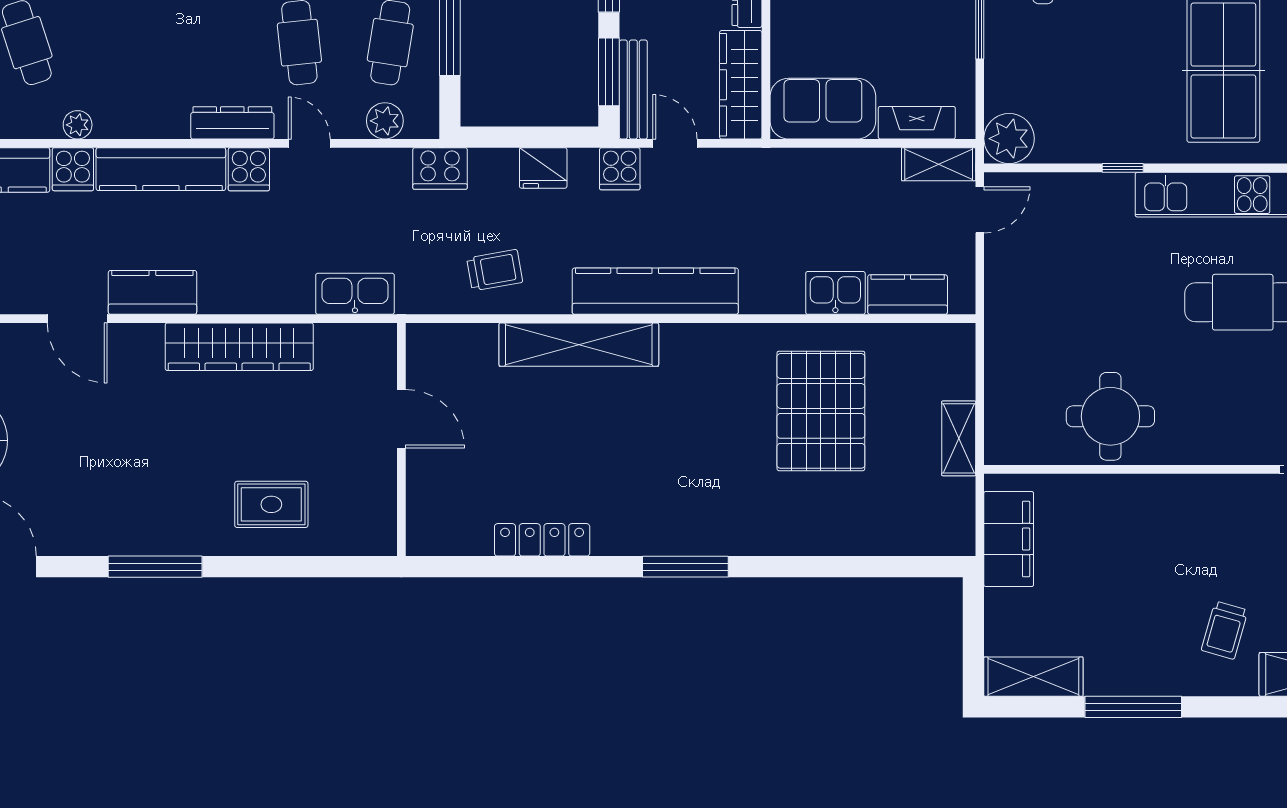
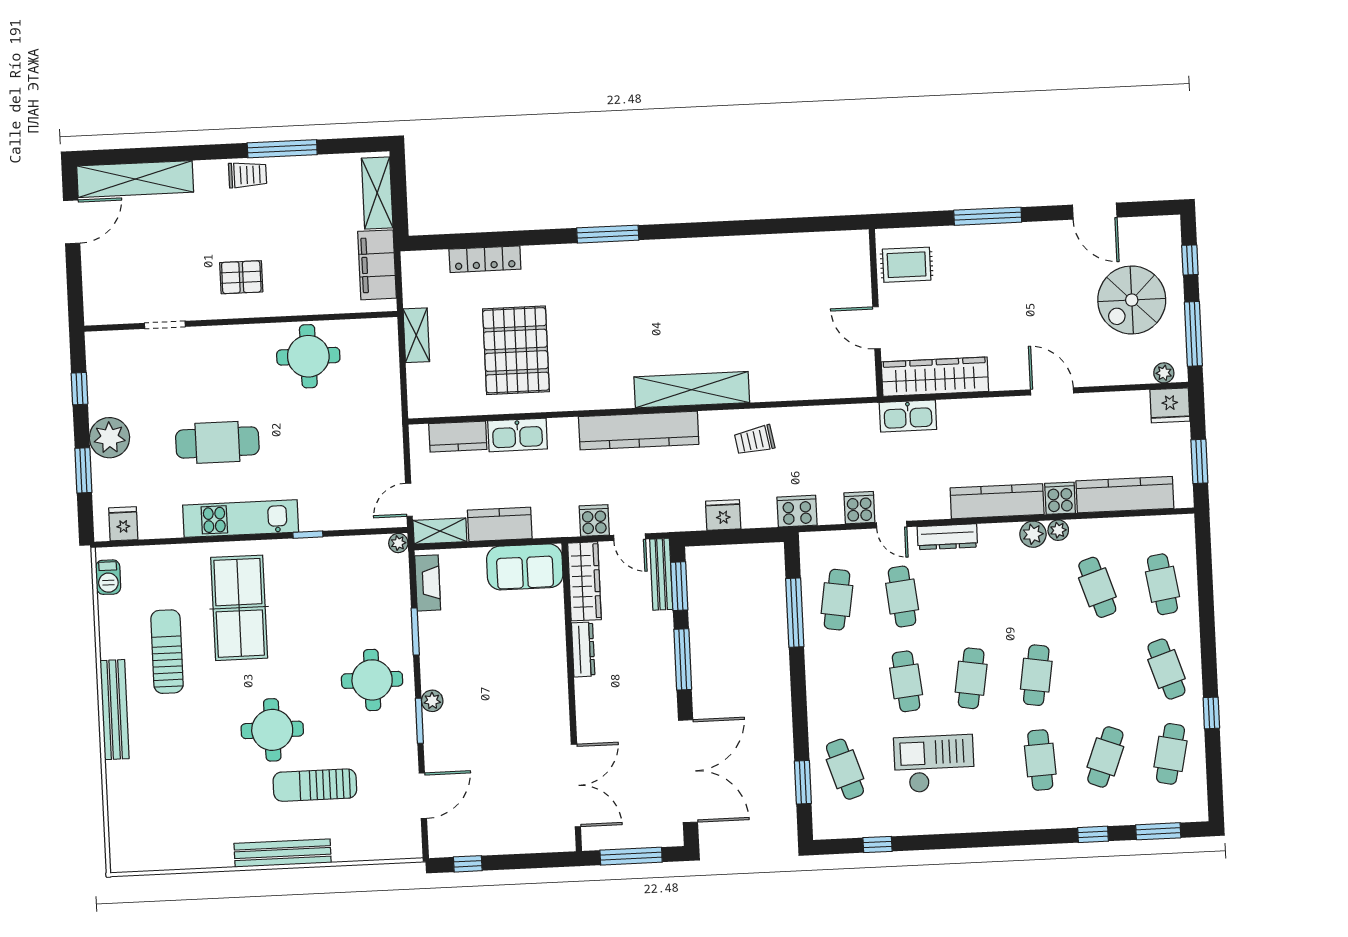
plant: (385, 121) -> (1033, 534), moved
fireplace: (917, 123) -> (428, 583), moved, turned -90
plant: (1009, 139) -> (398, 543), width x0.53, depth x0.53
cooker: (249, 169) -> (859, 508), moved
cooker: (620, 169) -> (594, 520), moved
kitchen counter: (152, 292) -> (500, 524), moved, turned 180
kitchen sink: (835, 293) -> (518, 435), width x1.38
kitchen sink: (355, 294) -> (908, 416), moved
door: (401, 419) -> (876, 328), moved
wall: (401, 440) -> (876, 313), moved
pallet: (1199, 531) -> (241, 277), added
locker: (542, 540) -> (485, 259), moved
trolley: (1225, 630) -> (248, 175), moved, turned 74
shelving: (1033, 677) -> (377, 193), moved, turned 90

